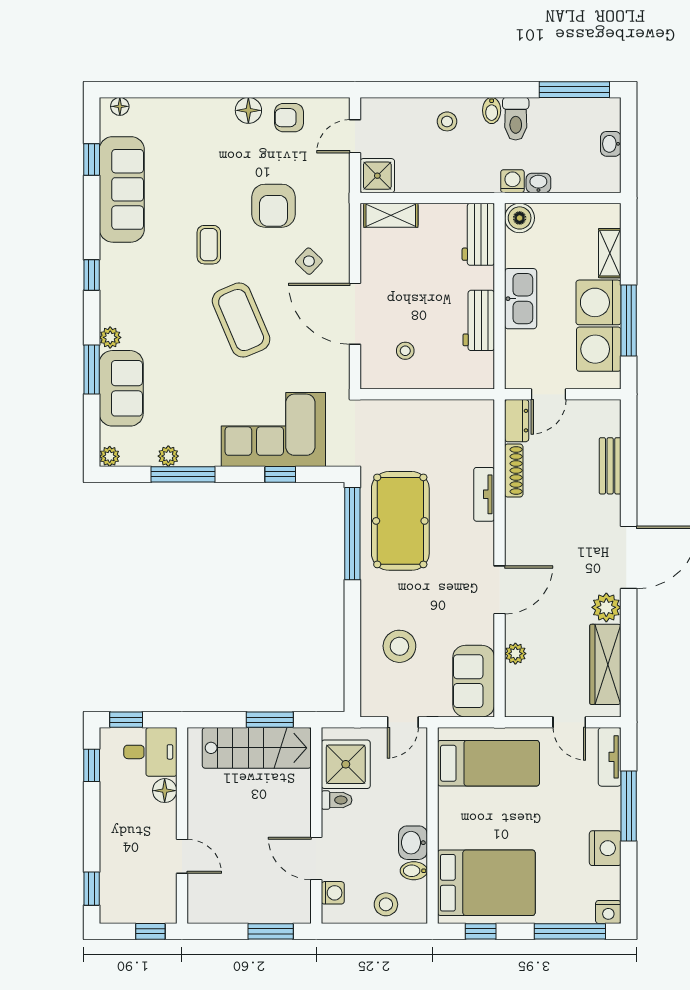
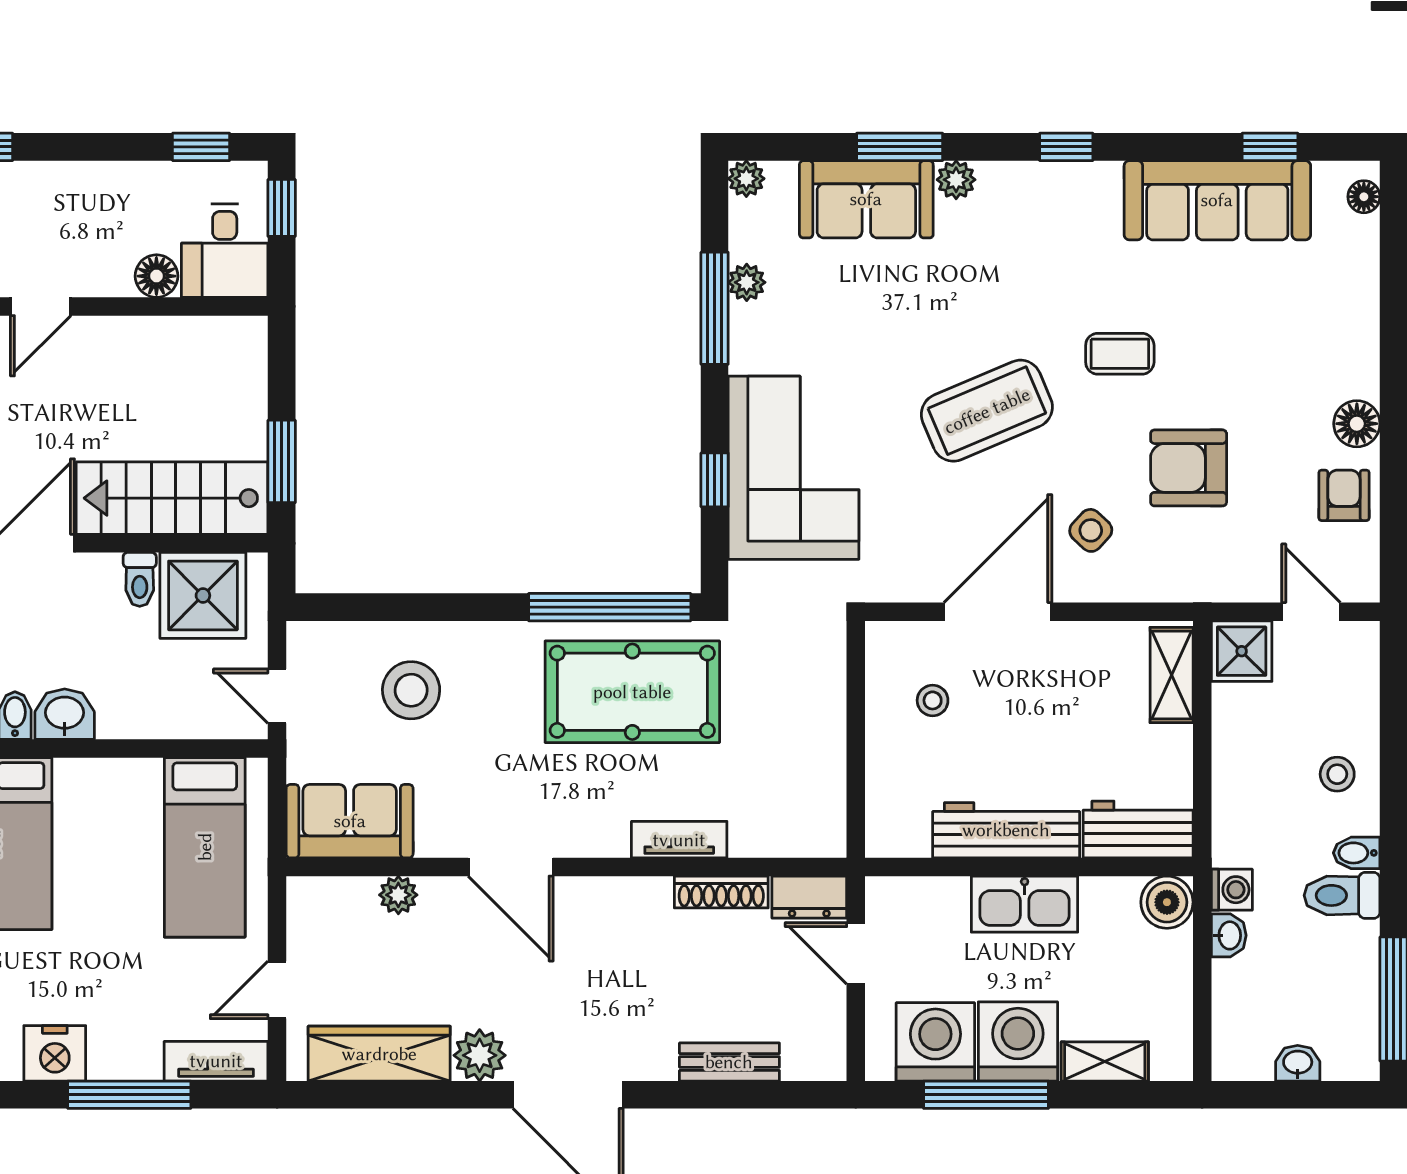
workbench: (479, 320) -> (1006, 830), width x1.38
stairs: (257, 748) -> (172, 498), moved, turned 90

